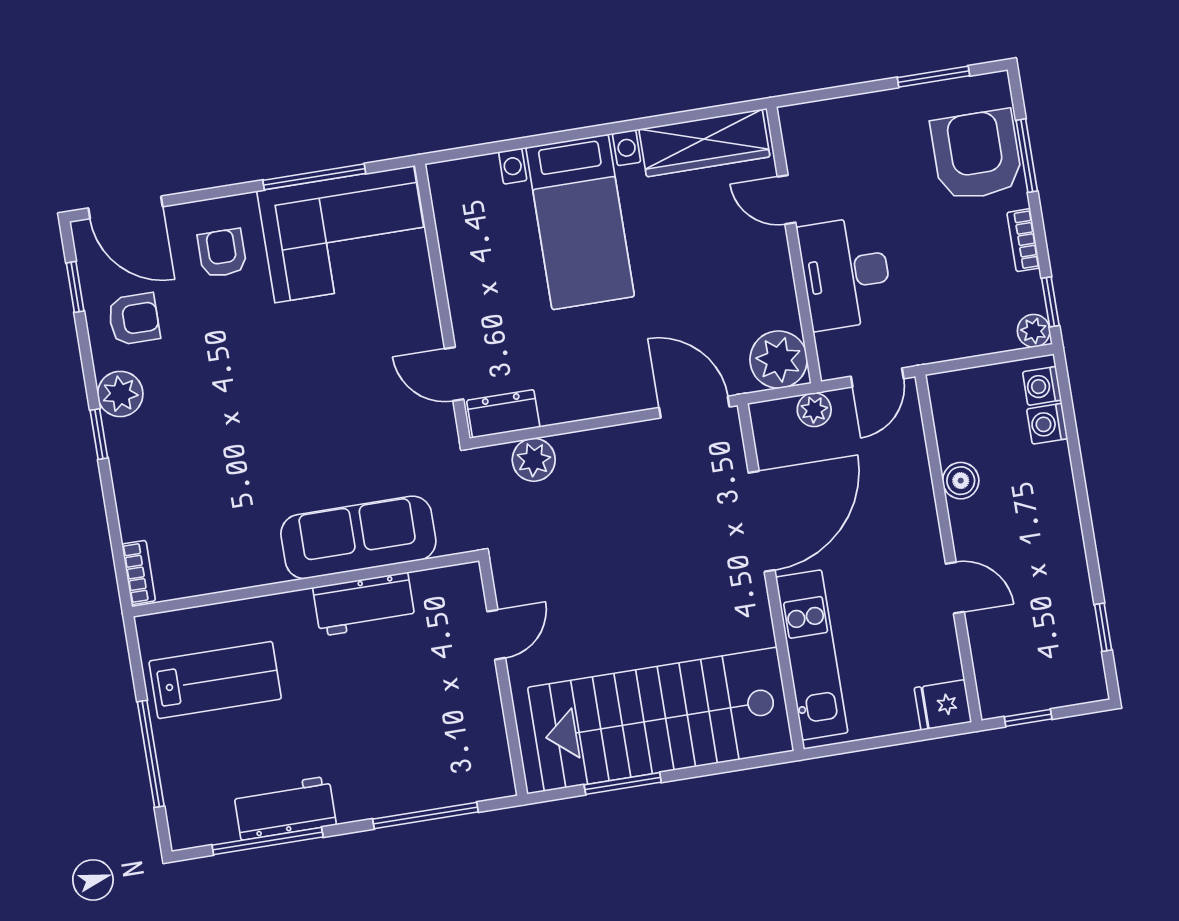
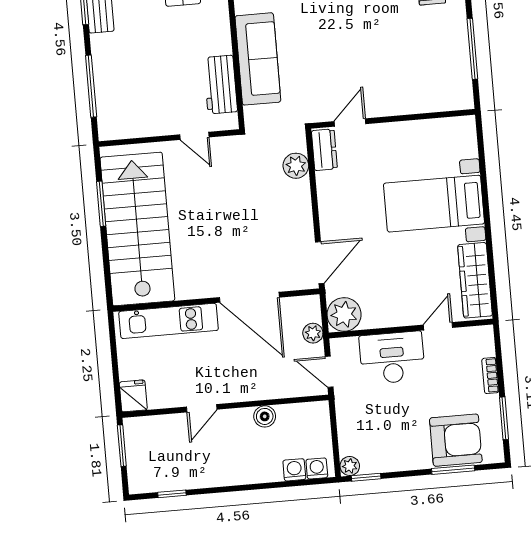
corner sofa: (344, 234) -> (437, 64), removed
bookcase: (1023, 240) -> (490, 376), moved, turned -90
workbench: (364, 604) -> (220, 85), moved
window: (1028, 718) -> (122, 446), width x1.50

